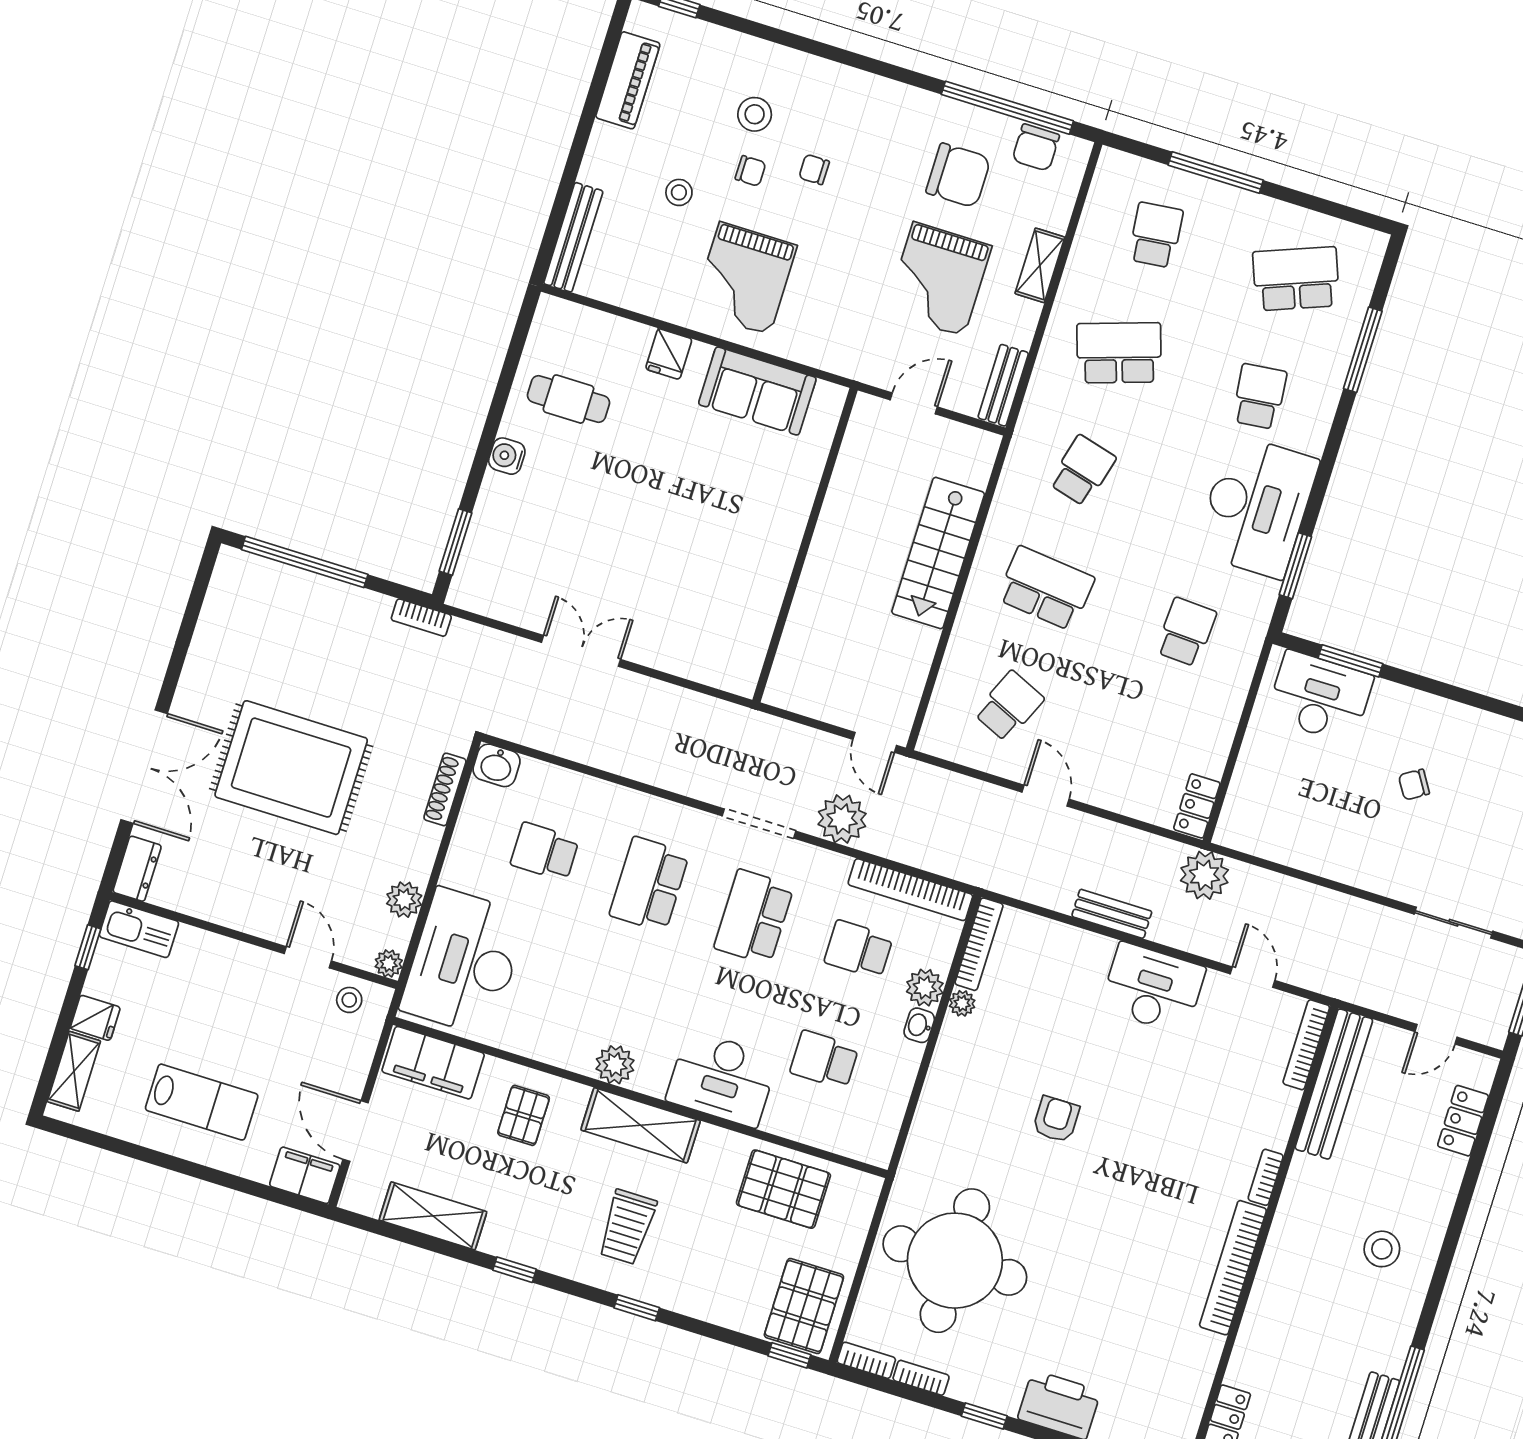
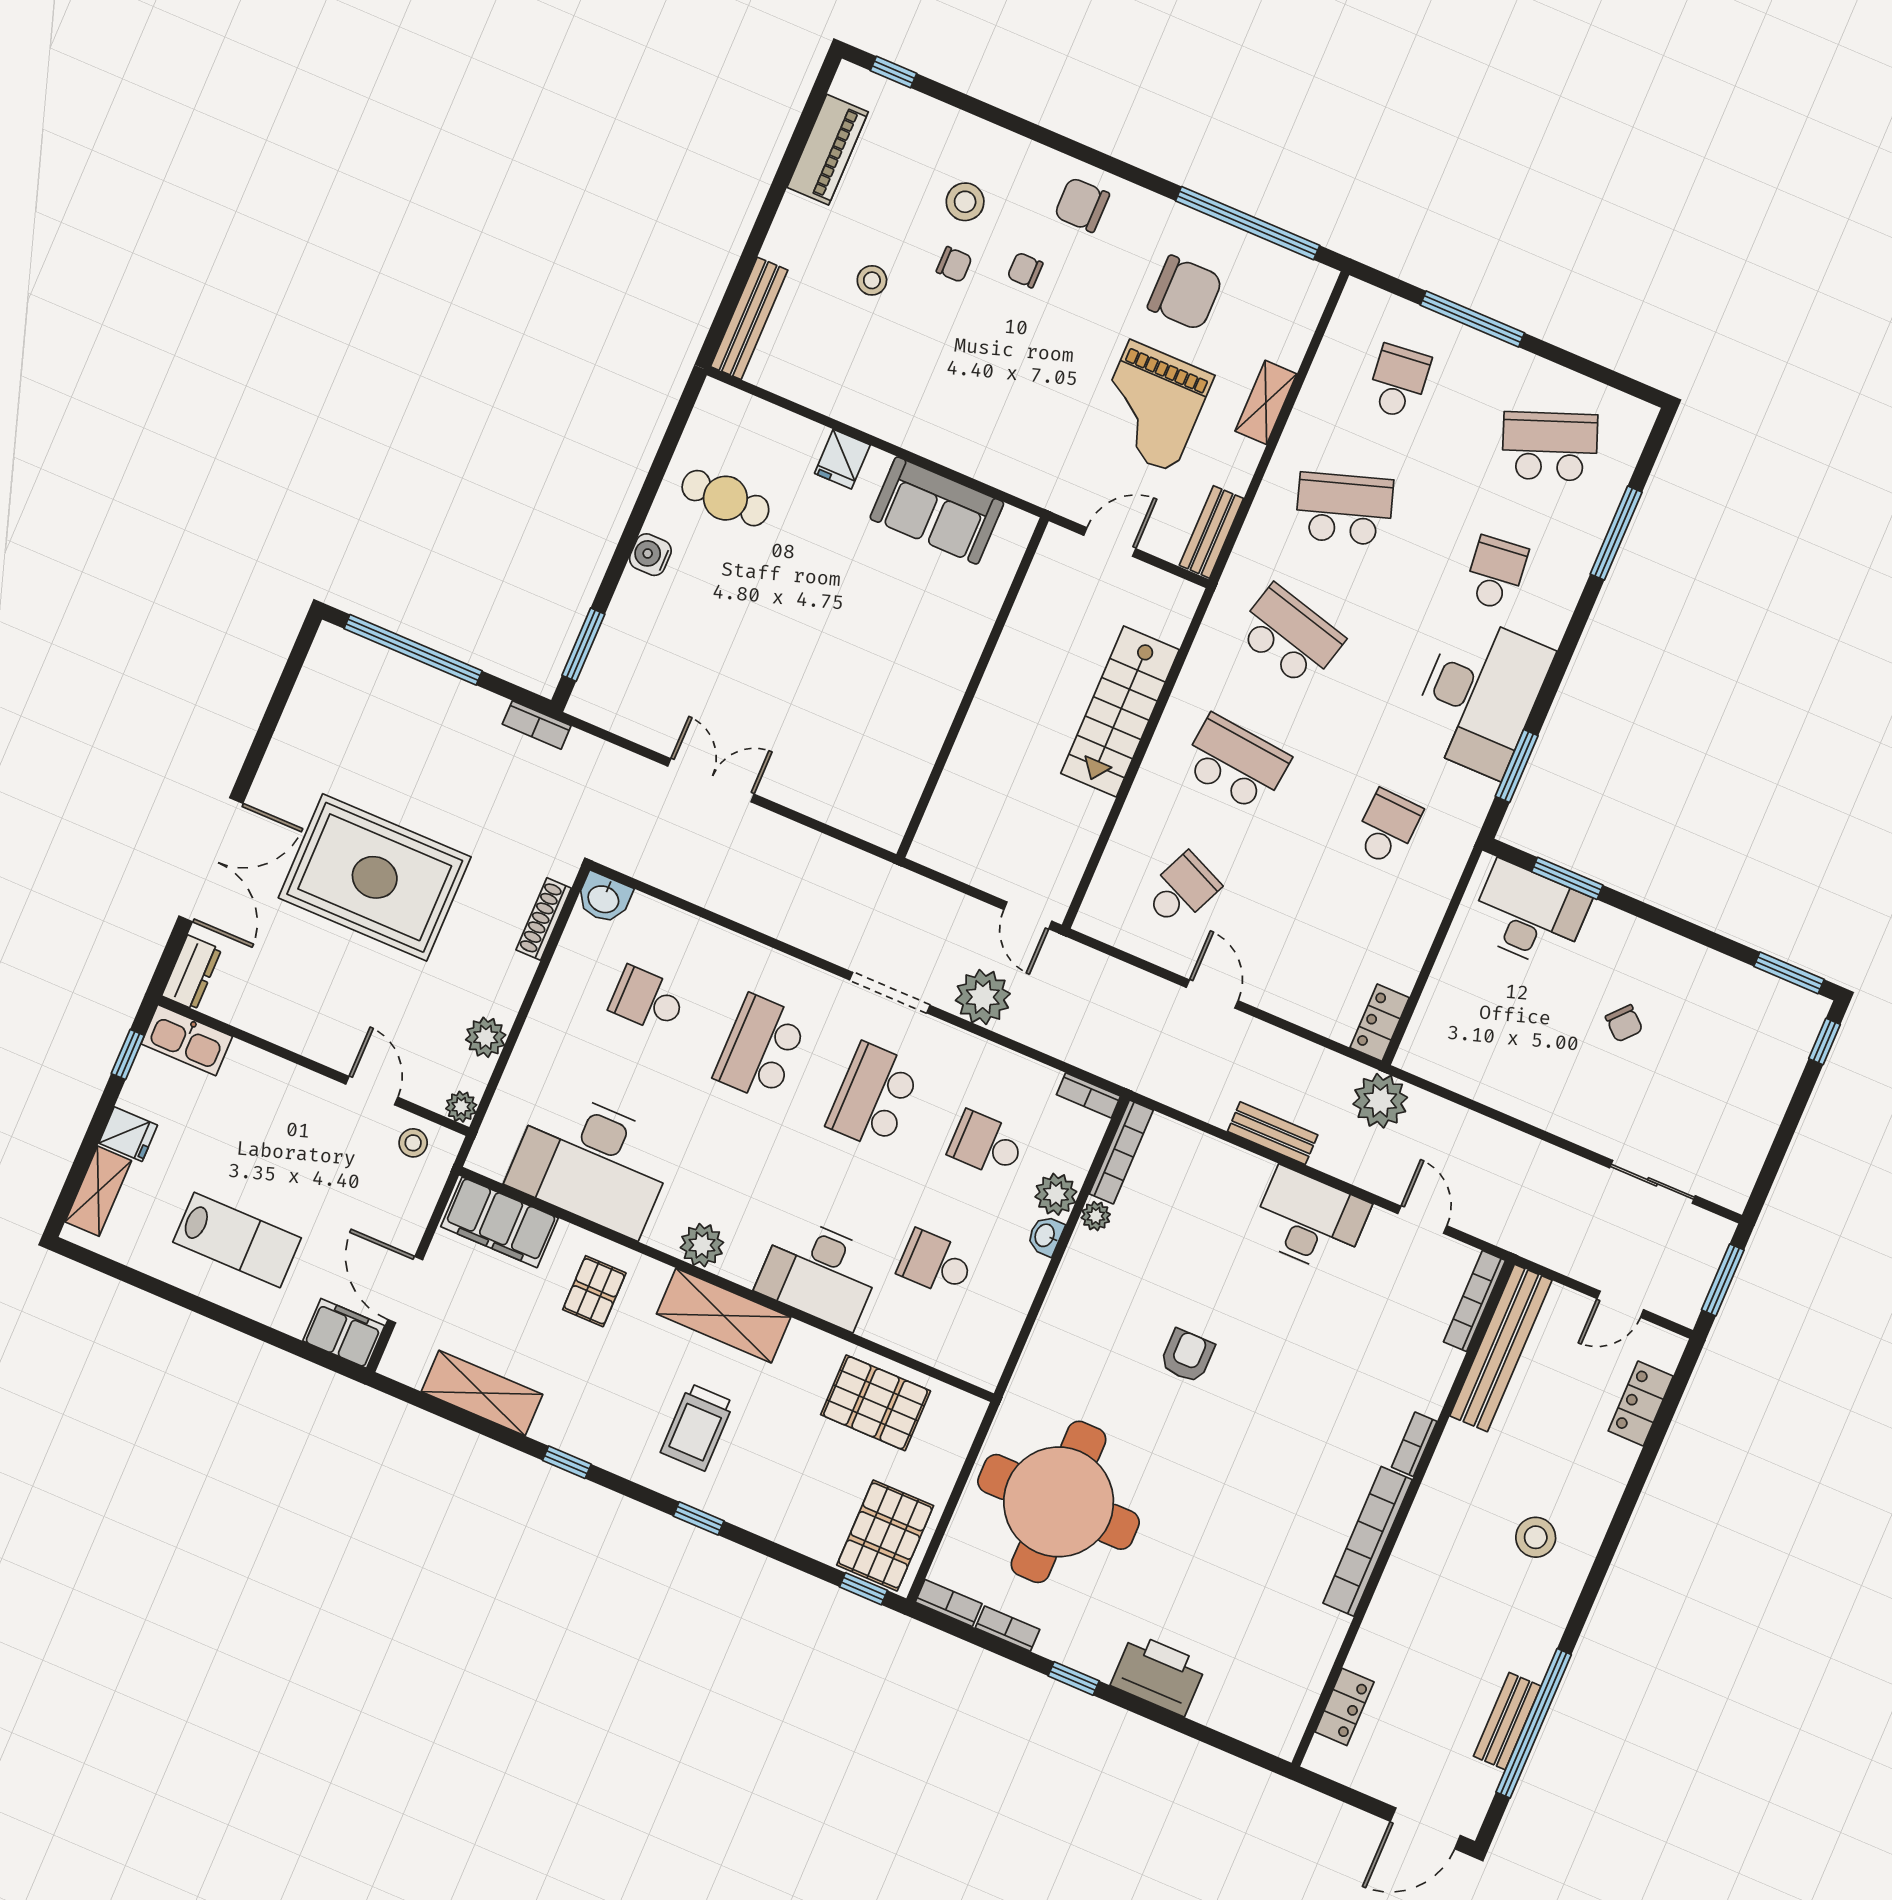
chair: (1036, 147) -> (1082, 205), moved, turned 90
grand piano: (745, 278) -> (935, 383), removed
school desk: (1082, 471) -> (1290, 636), width x1.85
chair: (1414, 785) -> (1624, 1023), turned -106
bookcase: (910, 890) -> (1088, 1095), width x0.43, depth x0.76
desk: (464, 962) -> (592, 1162), moved, turned -90

